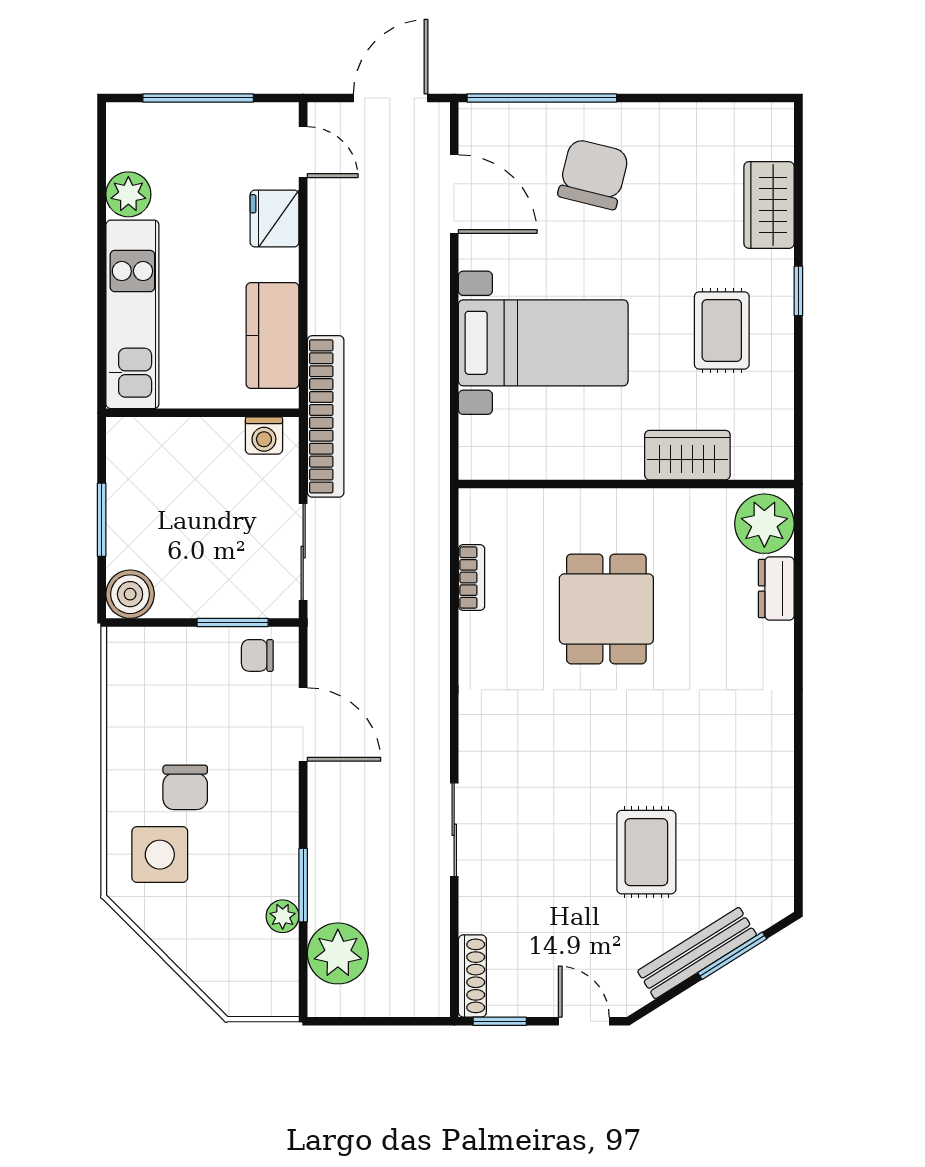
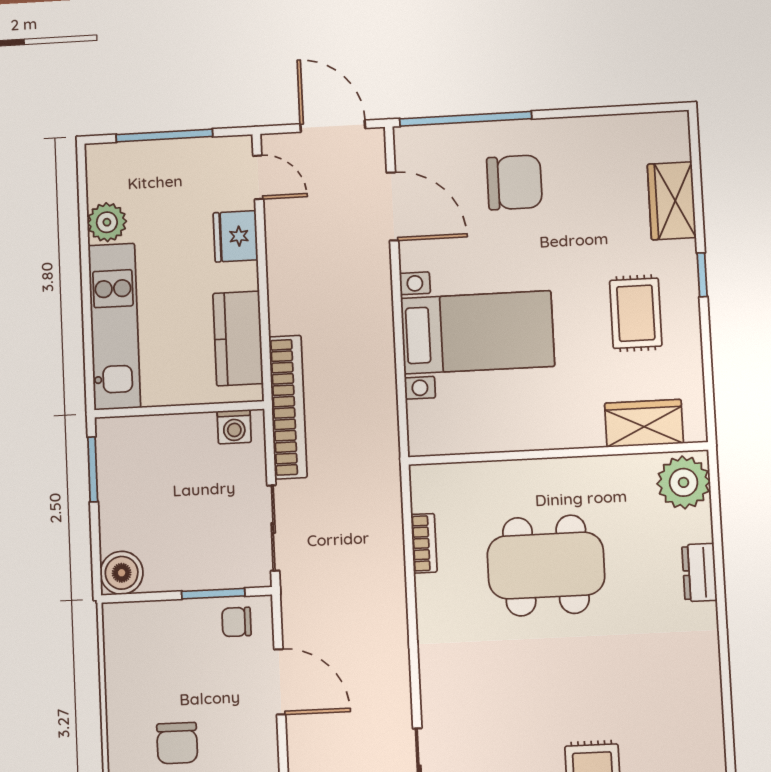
door: (391, 98) -> (333, 126), hinge flipped
chair: (593, 174) -> (514, 182), turned 76
wardrobe: (687, 455) -> (644, 423), moved
window: (102, 520) -> (93, 469), moved
dresser: (776, 589) -> (699, 572), moved
dining table: (606, 609) -> (546, 566), width x1.38

